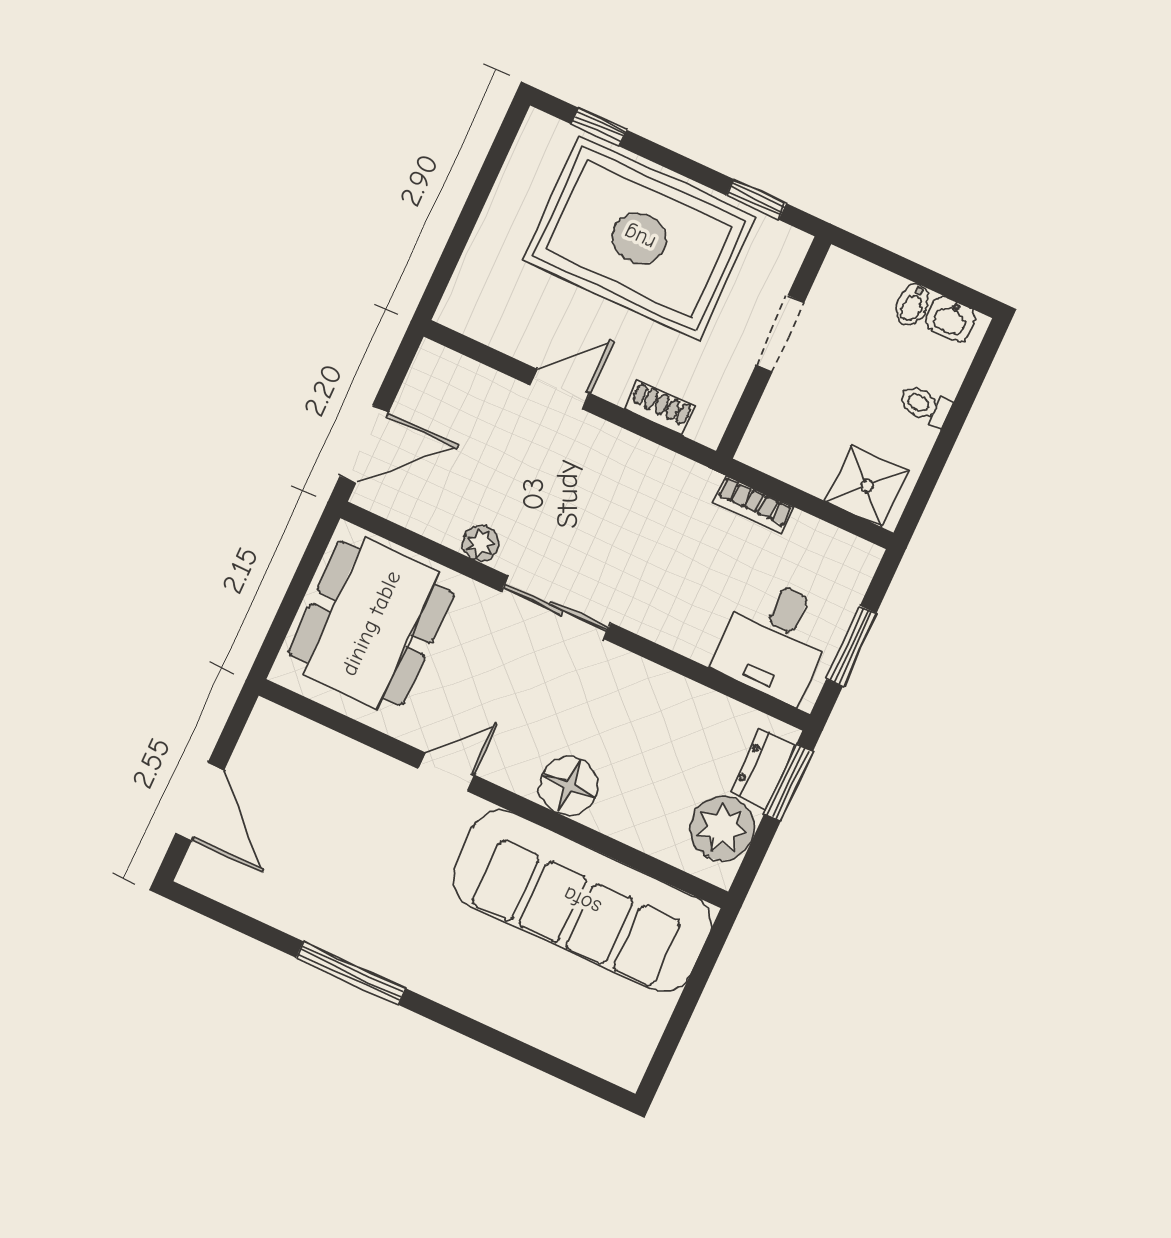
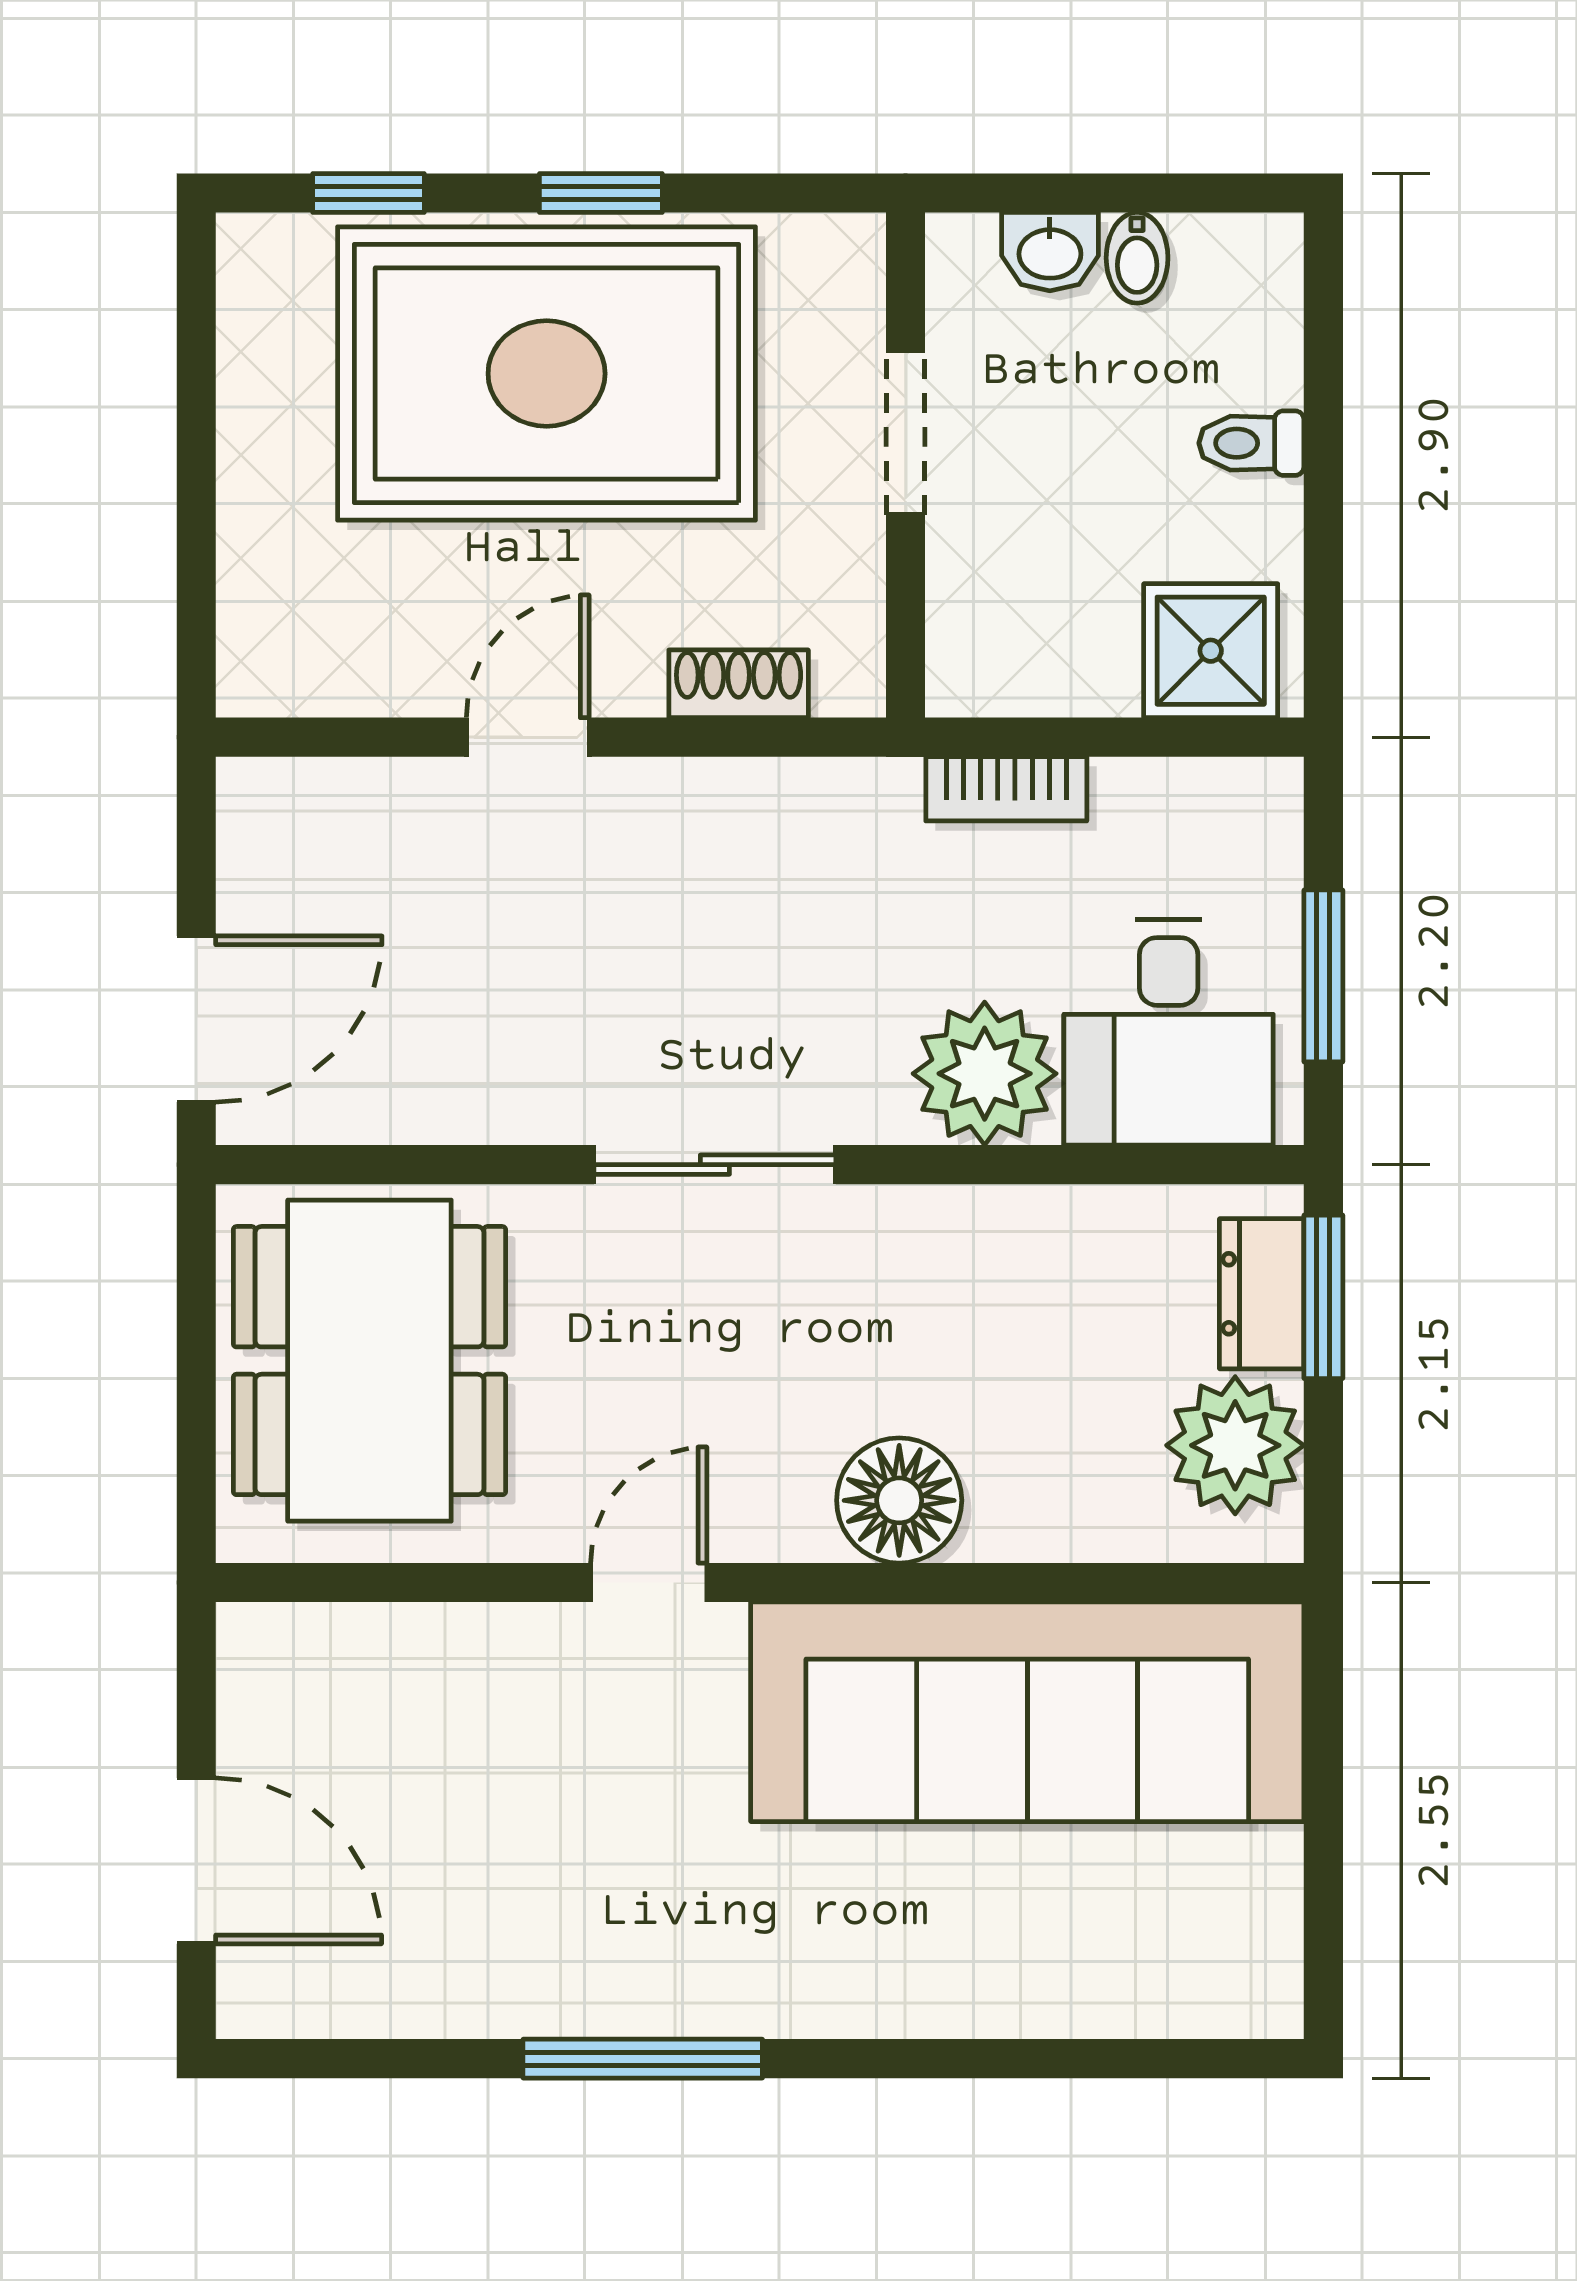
window: (756, 199) -> (601, 193), moved
washbasin: (951, 319) -> (1050, 252), moved
plant: (481, 543) -> (985, 1074), moved, width x1.88, depth x1.88

